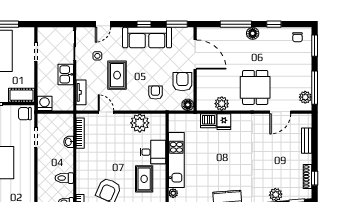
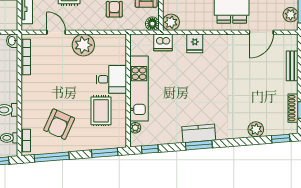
plant: (222, 104) -> (171, 22), moved
dishwasher: (208, 121) -> (163, 42), moved
plant: (140, 123) -> (83, 45), moved
washbasin: (69, 142) -> (12, 41), moved

